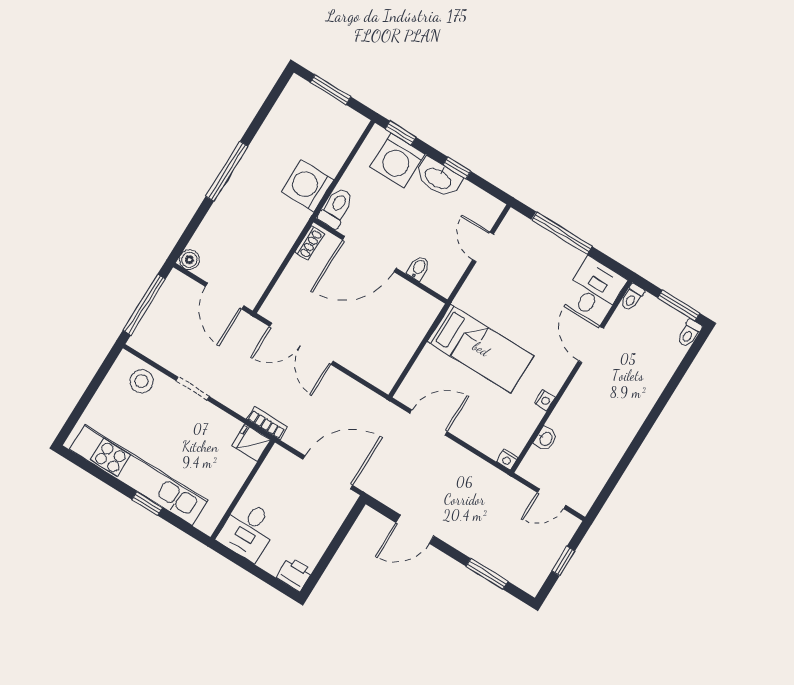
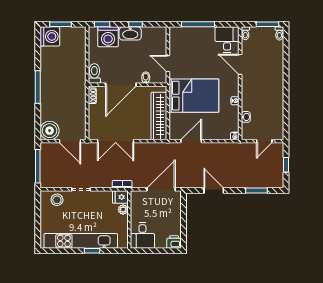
washing machine: (308, 186) -> (50, 36), moved, turned 180
door: (483, 247) -> (168, 64), moved
boiler: (189, 260) -> (50, 131), width x1.86, depth x1.86
wardrobe: (400, 347) -> (159, 116), added
bed: (481, 349) -> (194, 96), width x1.50
plant: (243, 466) -> (123, 209), added
door: (415, 529) -> (214, 191), swing flipped

